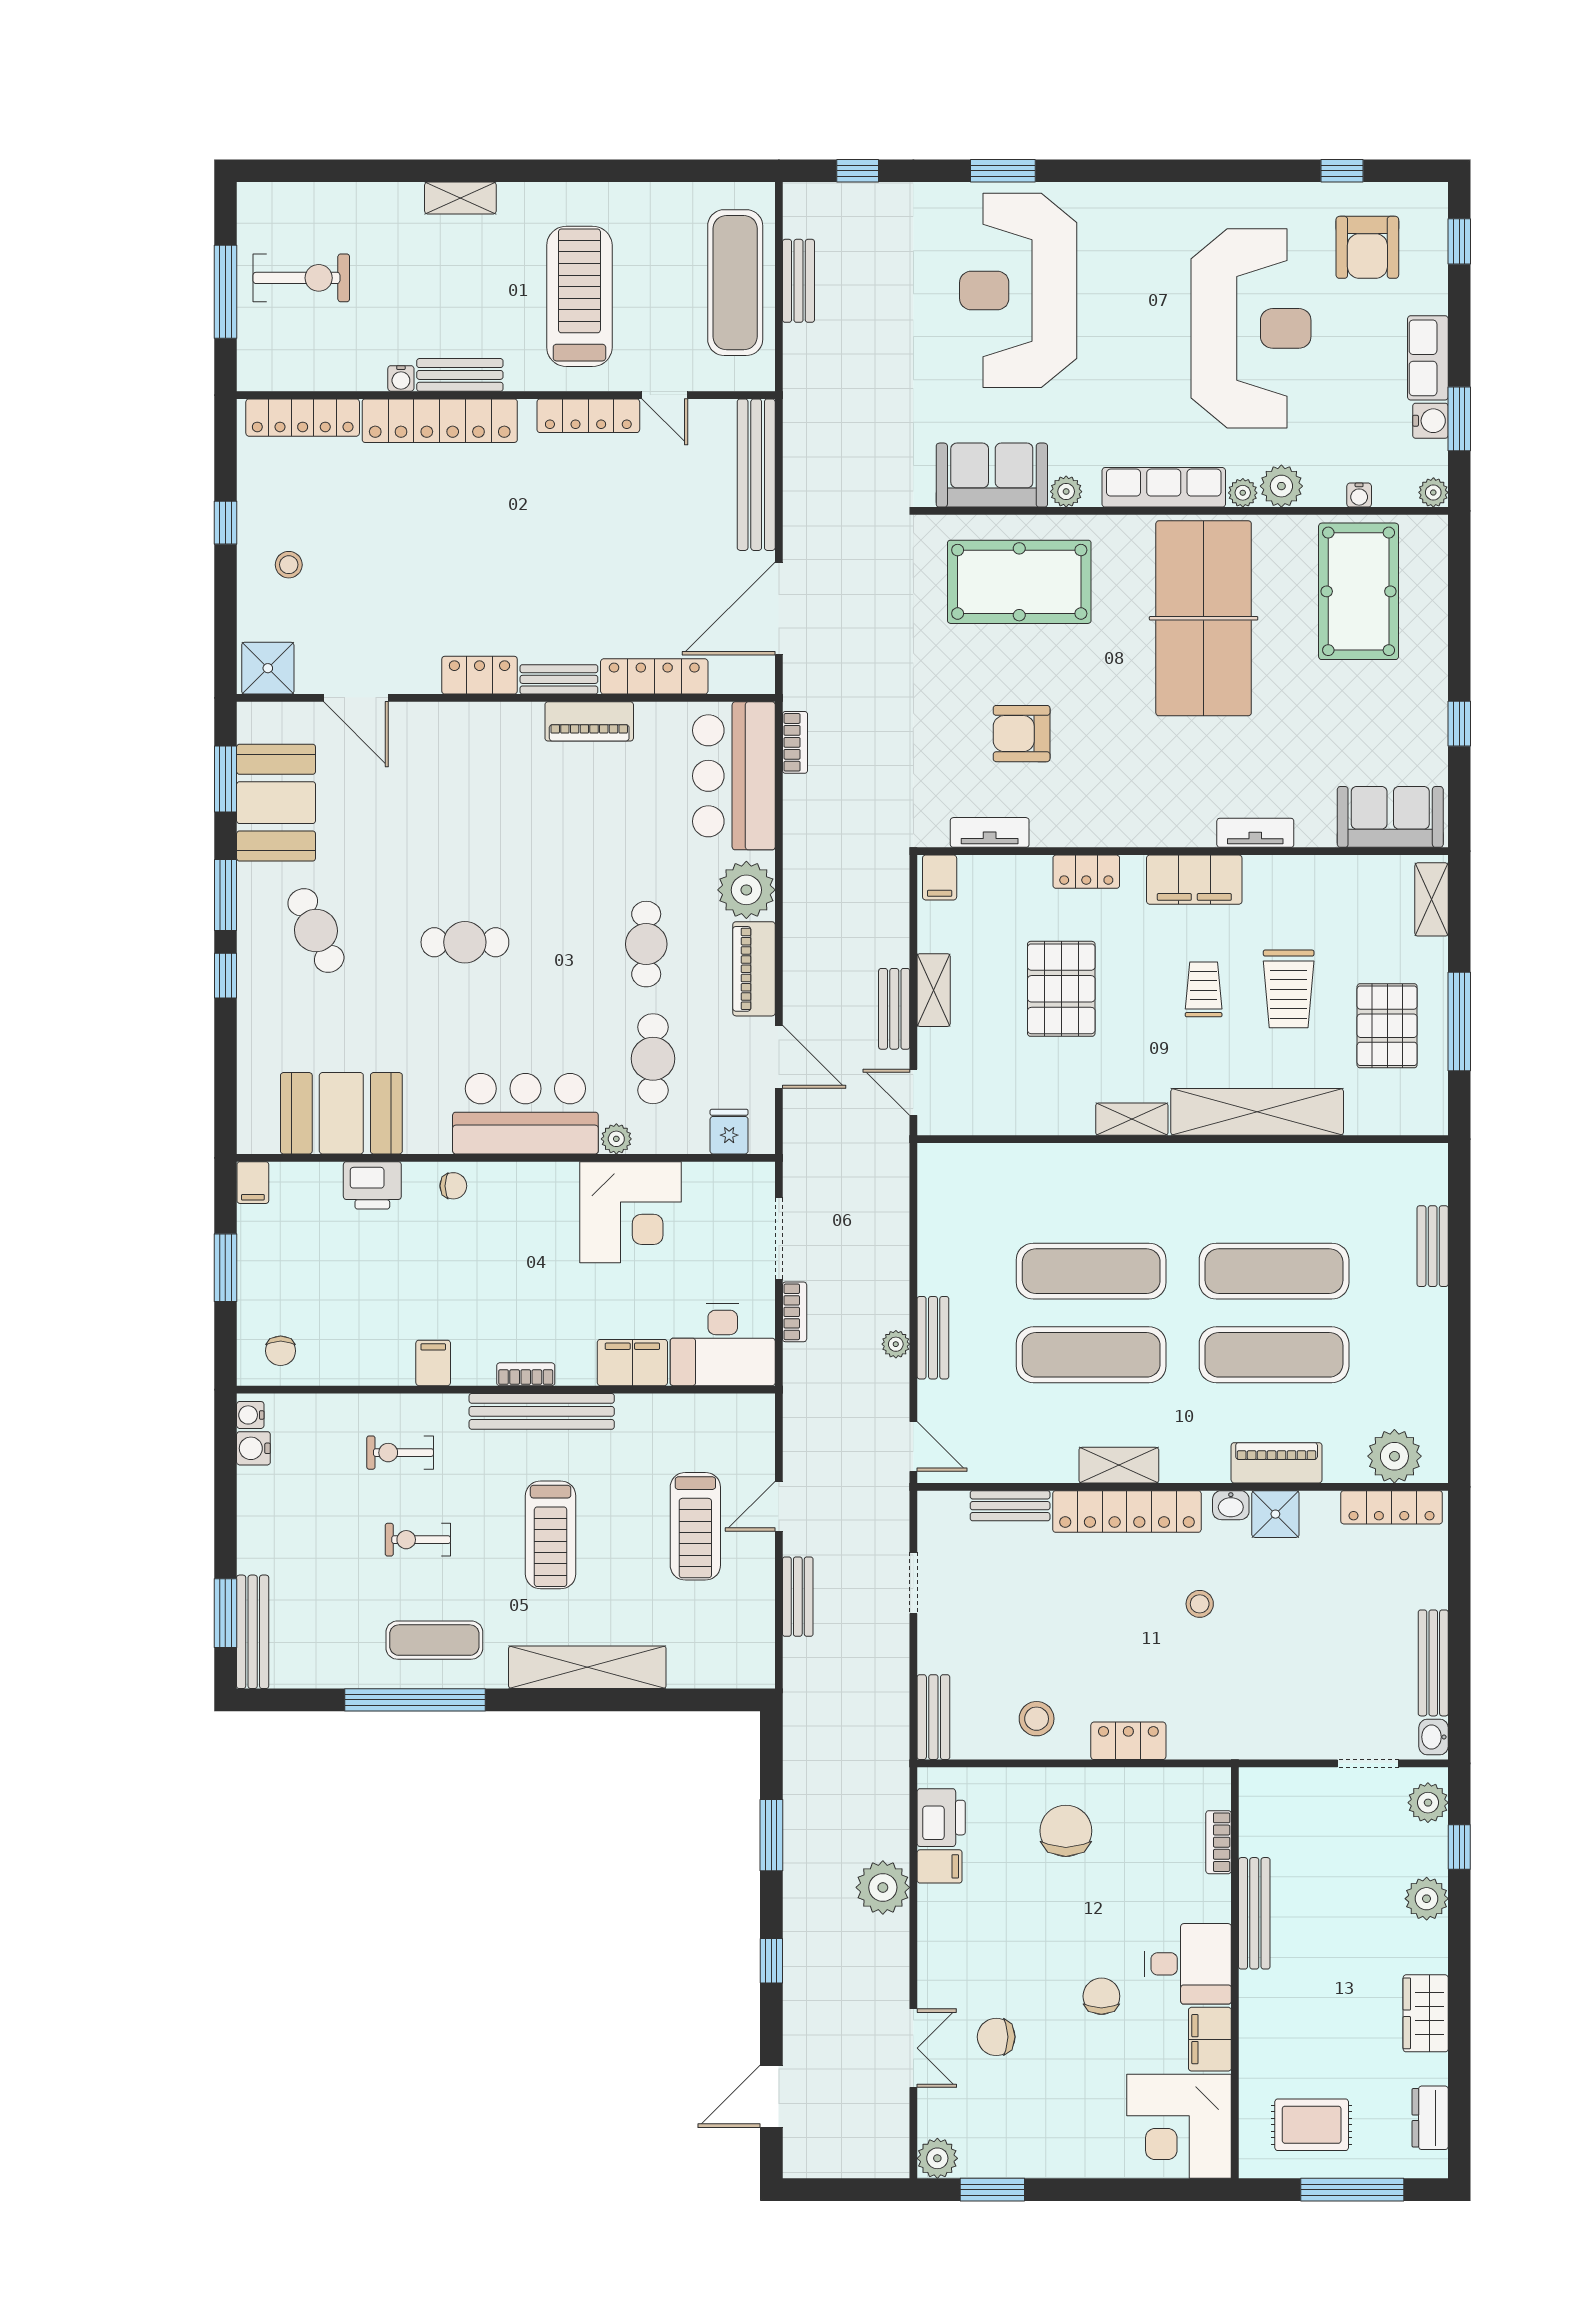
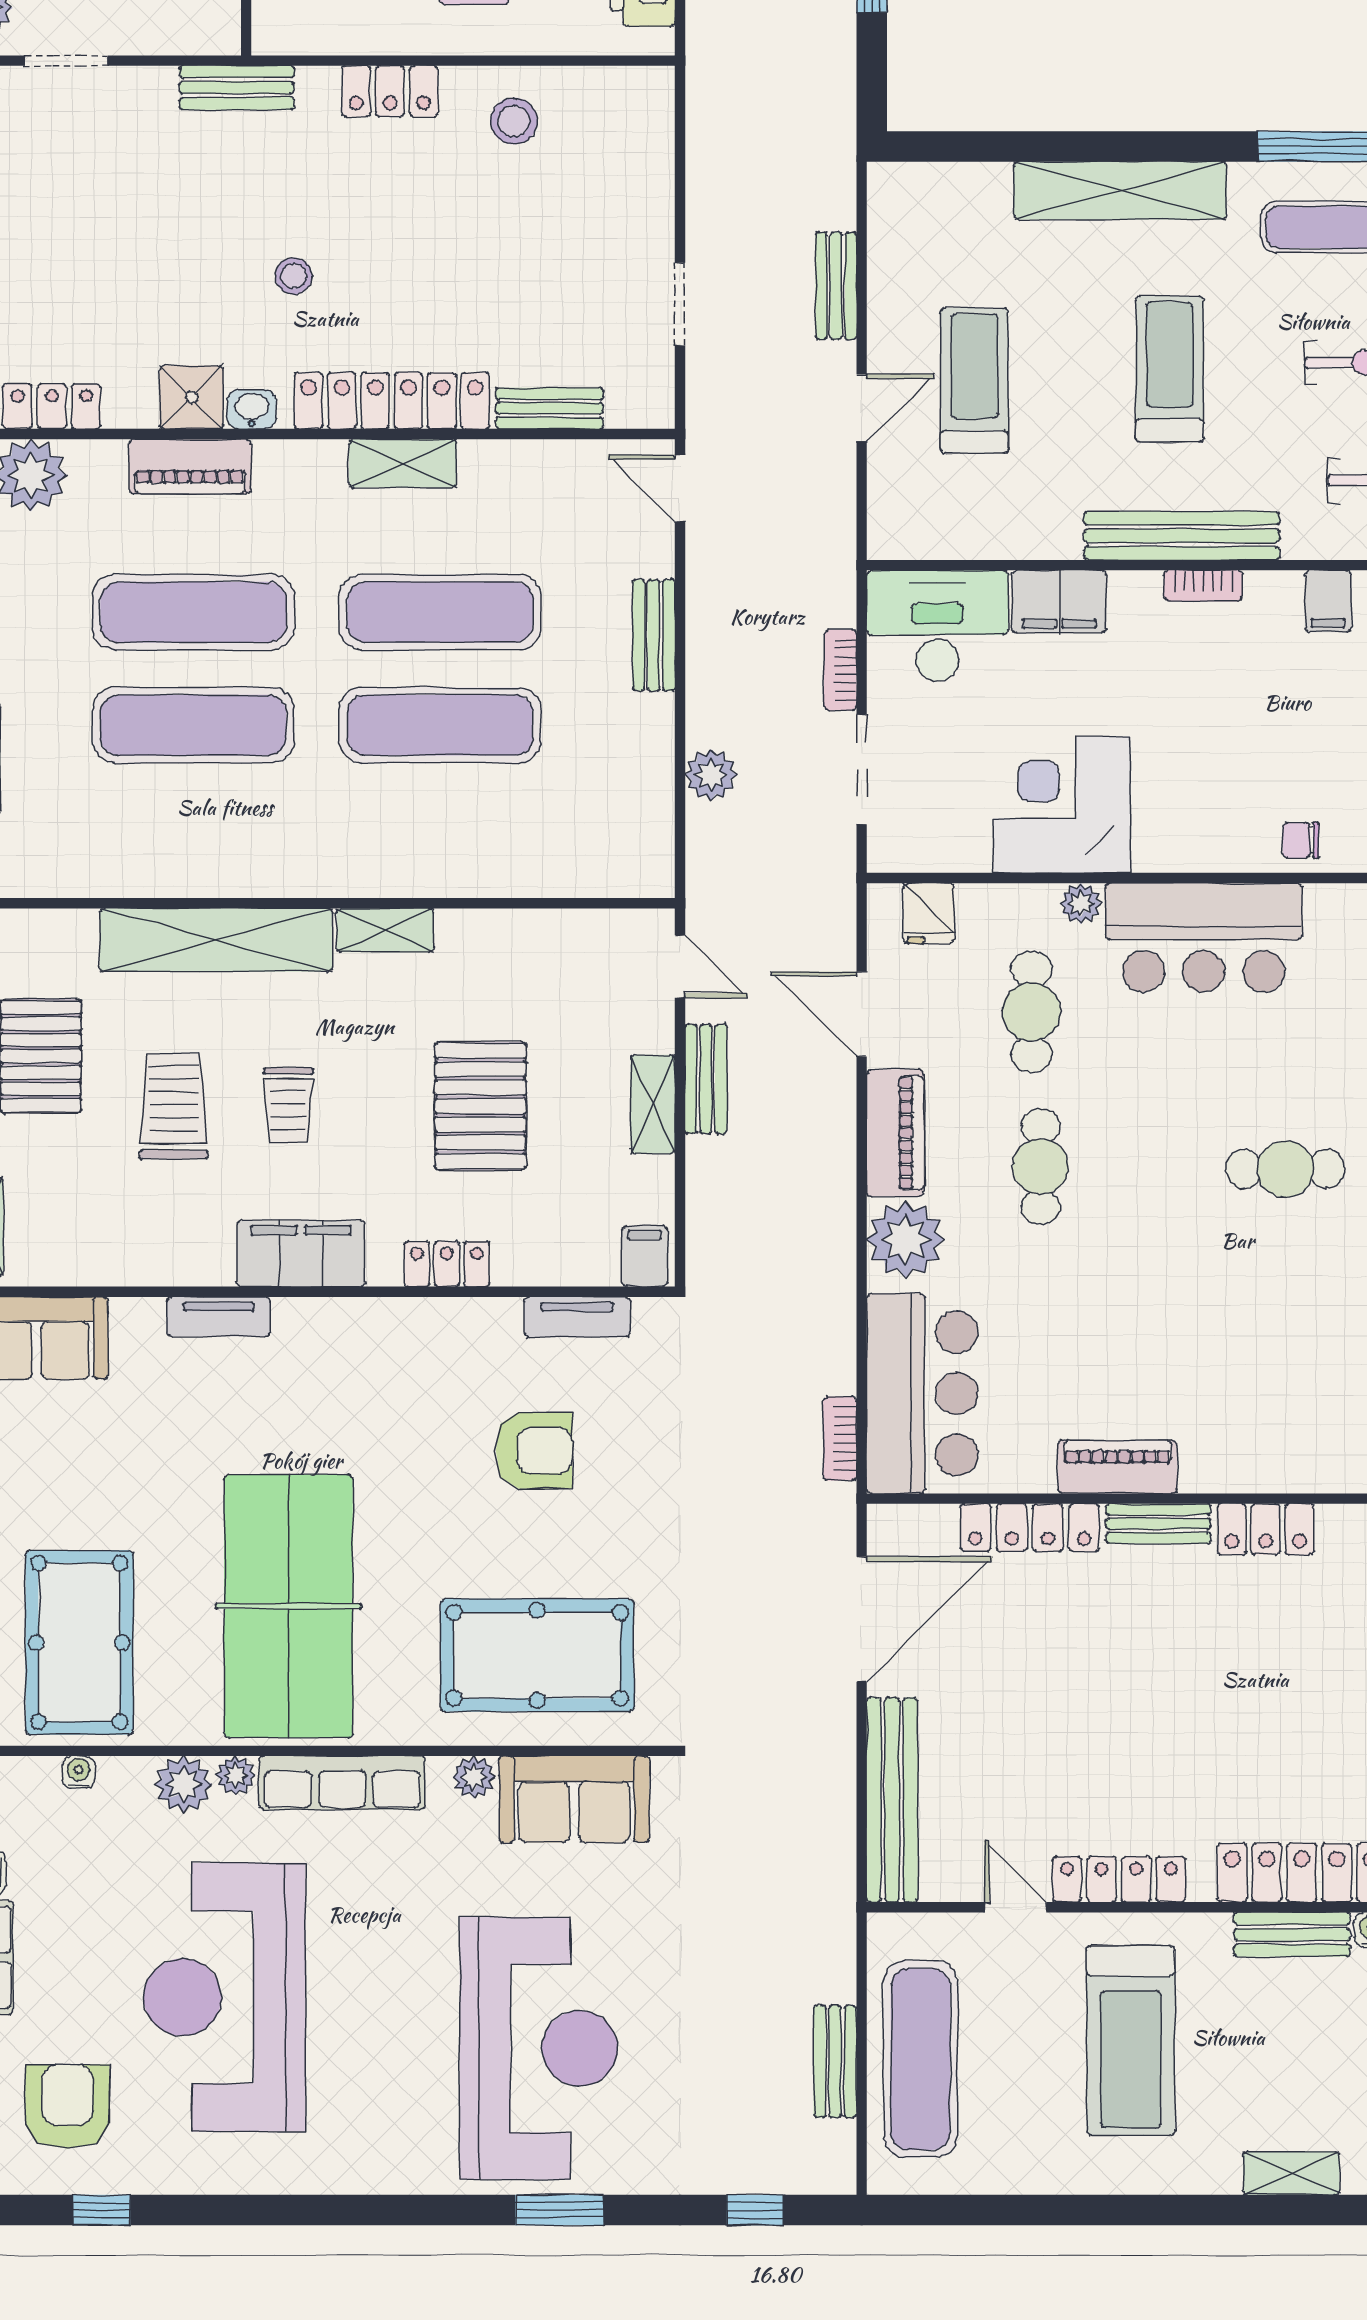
plant: (896, 1344) -> (711, 775), moved, width x1.38, depth x1.38
bench: (933, 1717) -> (237, 88), moved, turned 90

